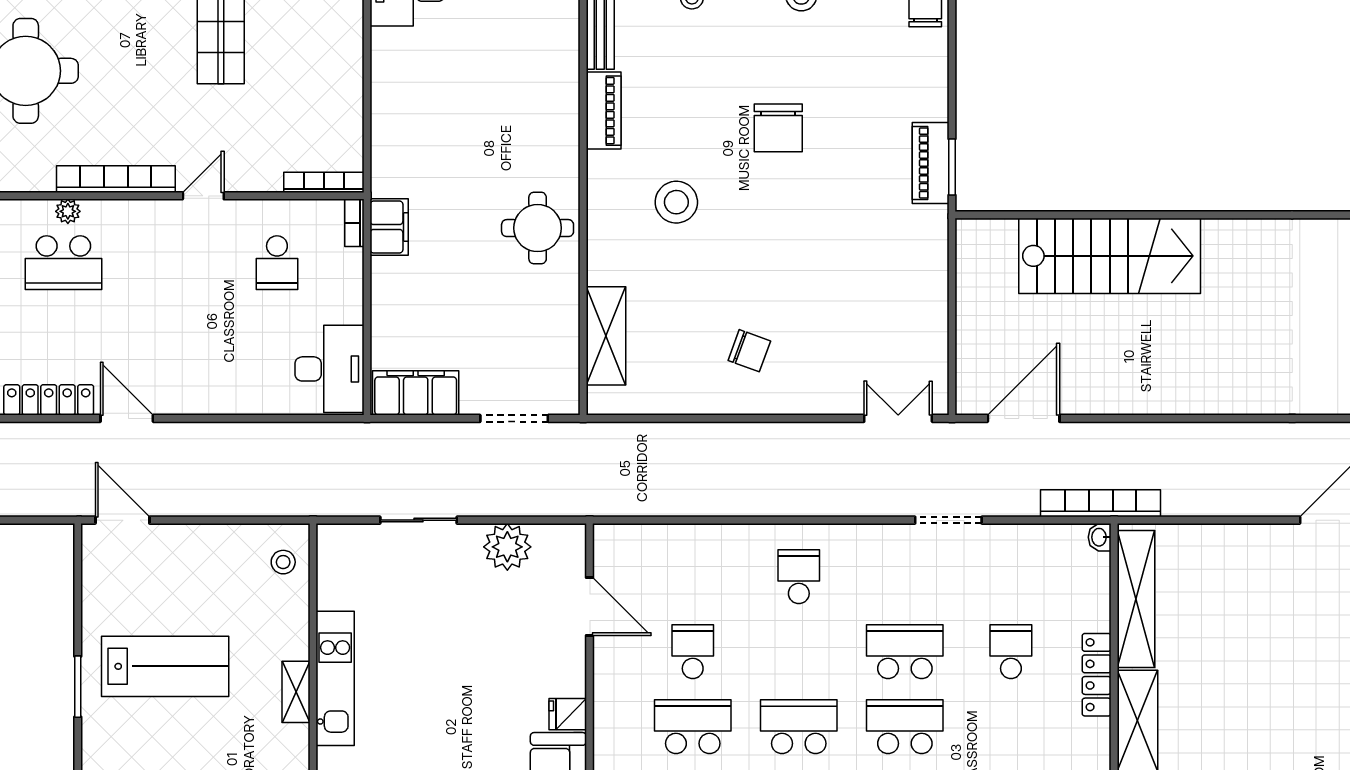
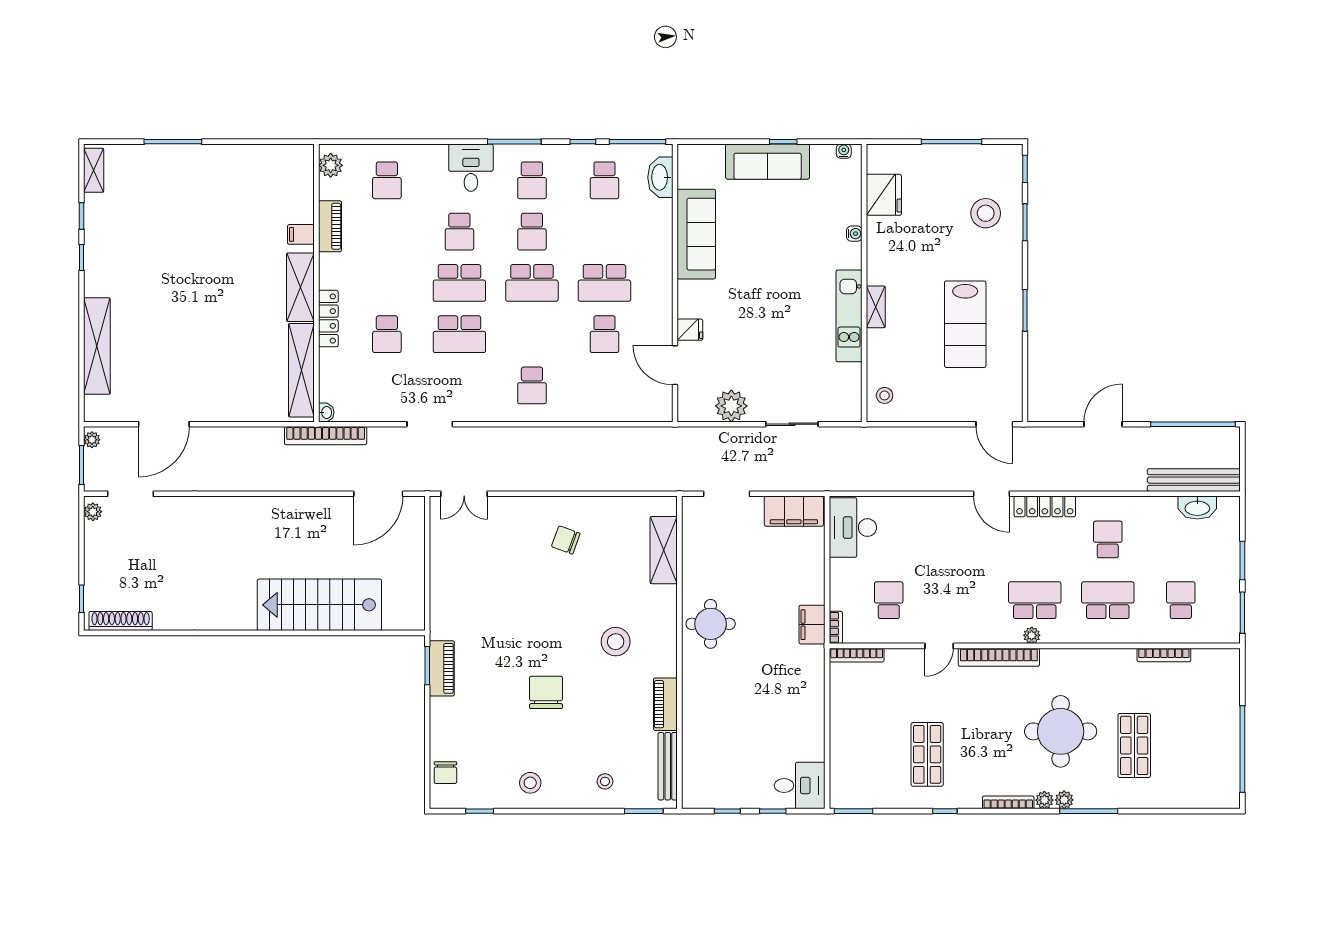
lab bench: (165, 666) -> (965, 324), turned -90
fridge: (568, 714) -> (690, 330), moved

